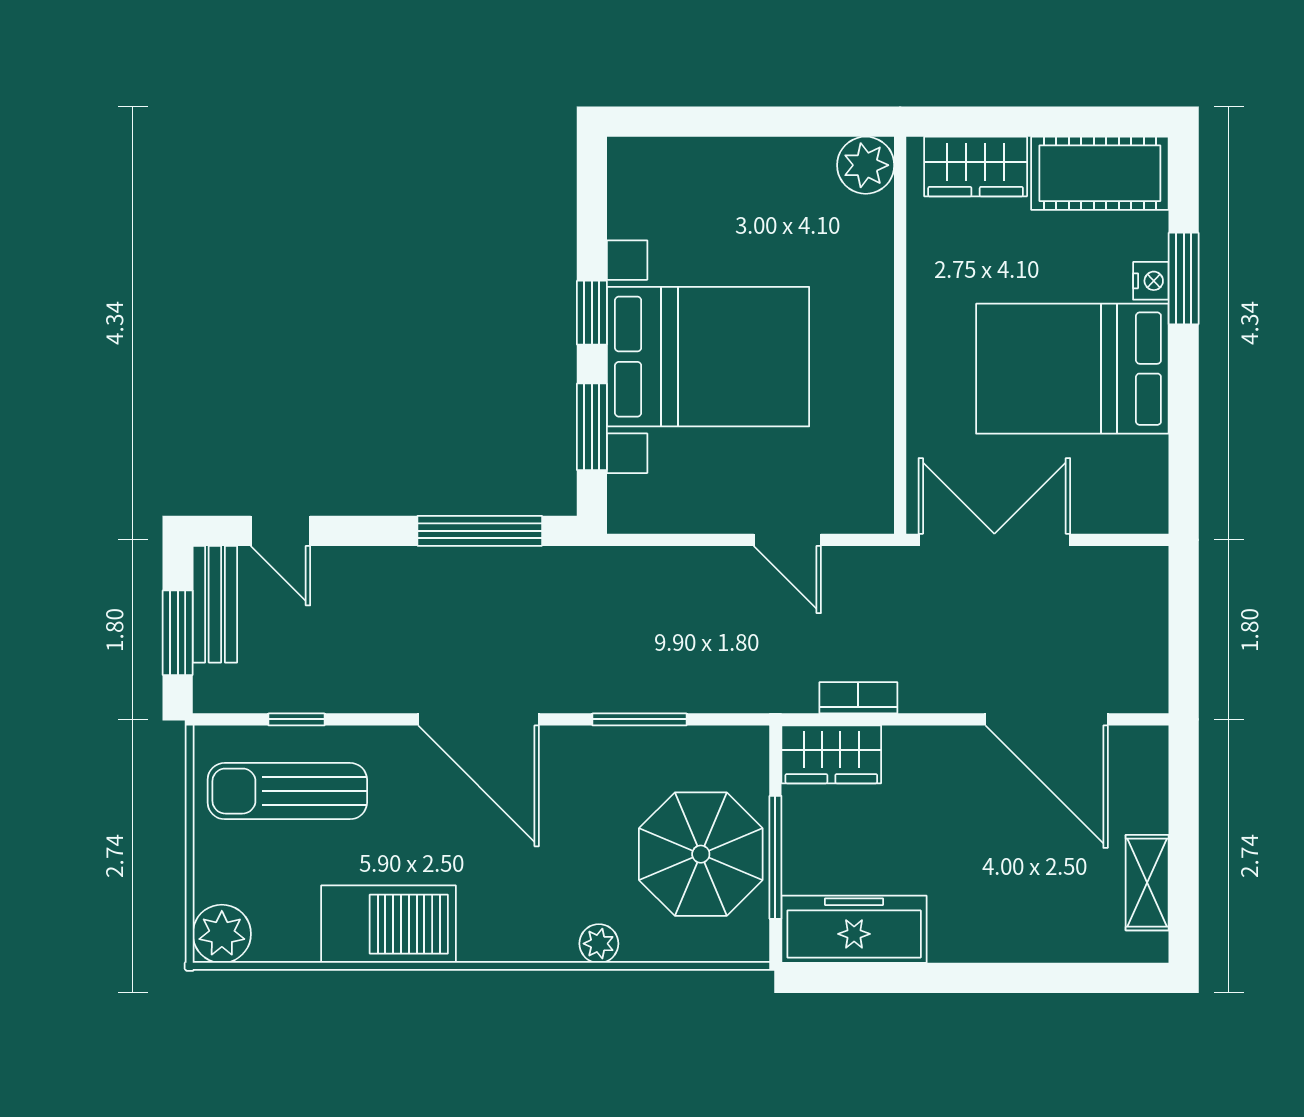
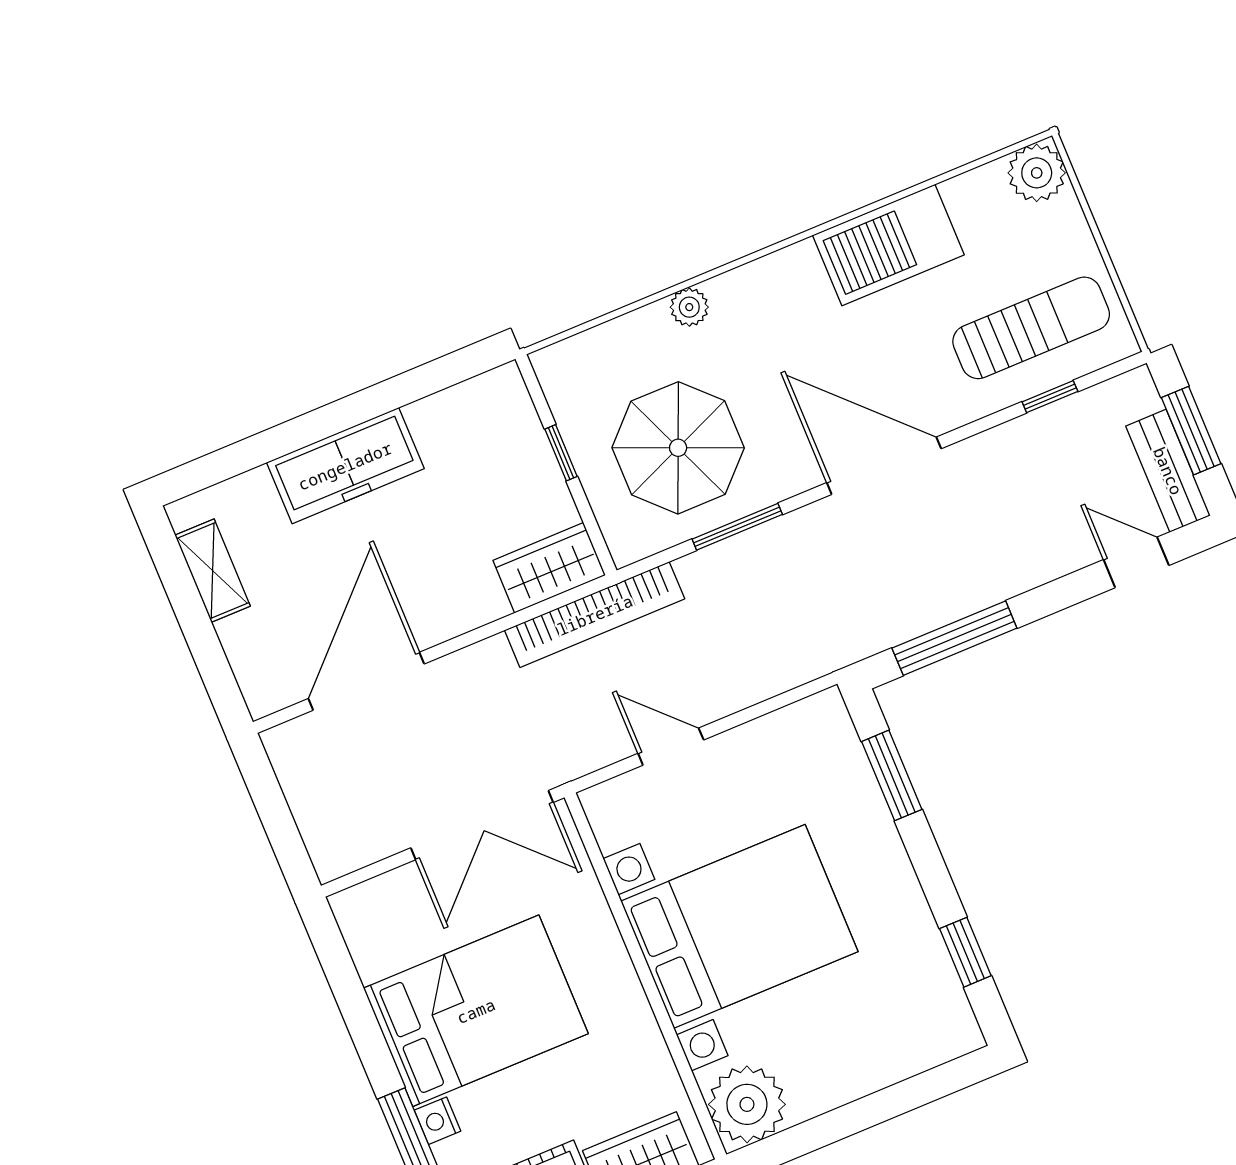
plant: (866, 165) -> (747, 1104), width x1.36, depth x1.36
window: (592, 313) -> (965, 952), moved
bed with nightstands: (708, 357) -> (739, 926), moved, turned 180
bookcase: (858, 698) -> (595, 615), width x2.31, depth x1.31
door: (1047, 719) -> (366, 681), hinge flipped
parasol: (701, 854) -> (678, 448), moved
window: (775, 857) -> (561, 453), width x0.46
freezer: (854, 929) -> (345, 466), moved

